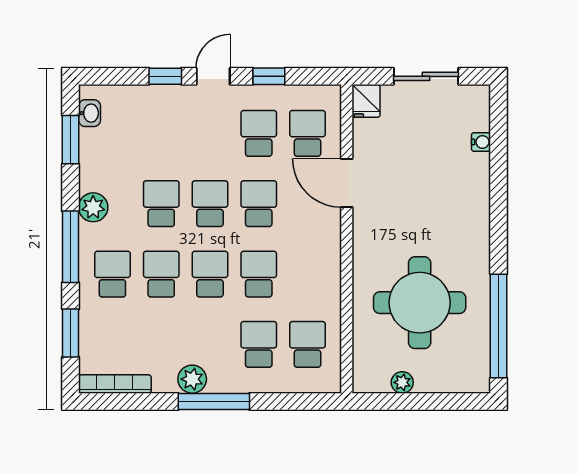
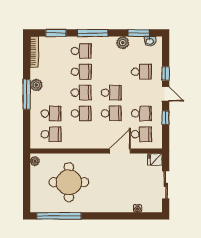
school desk: (161, 204) -> (141, 72), moved
plant: (93, 207) -> (123, 43), moved
plant: (402, 382) -> (35, 161), moved

